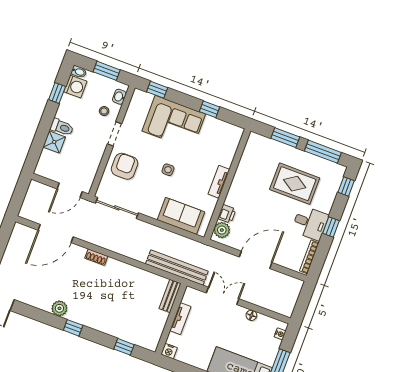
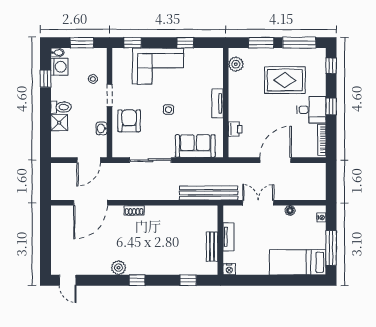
washbasin: (119, 97) -> (102, 128), moved
sliding door: (117, 208) -> (151, 160), moved
plant: (222, 230) -> (236, 64), moved
bench: (170, 296) -> (212, 247), moved

